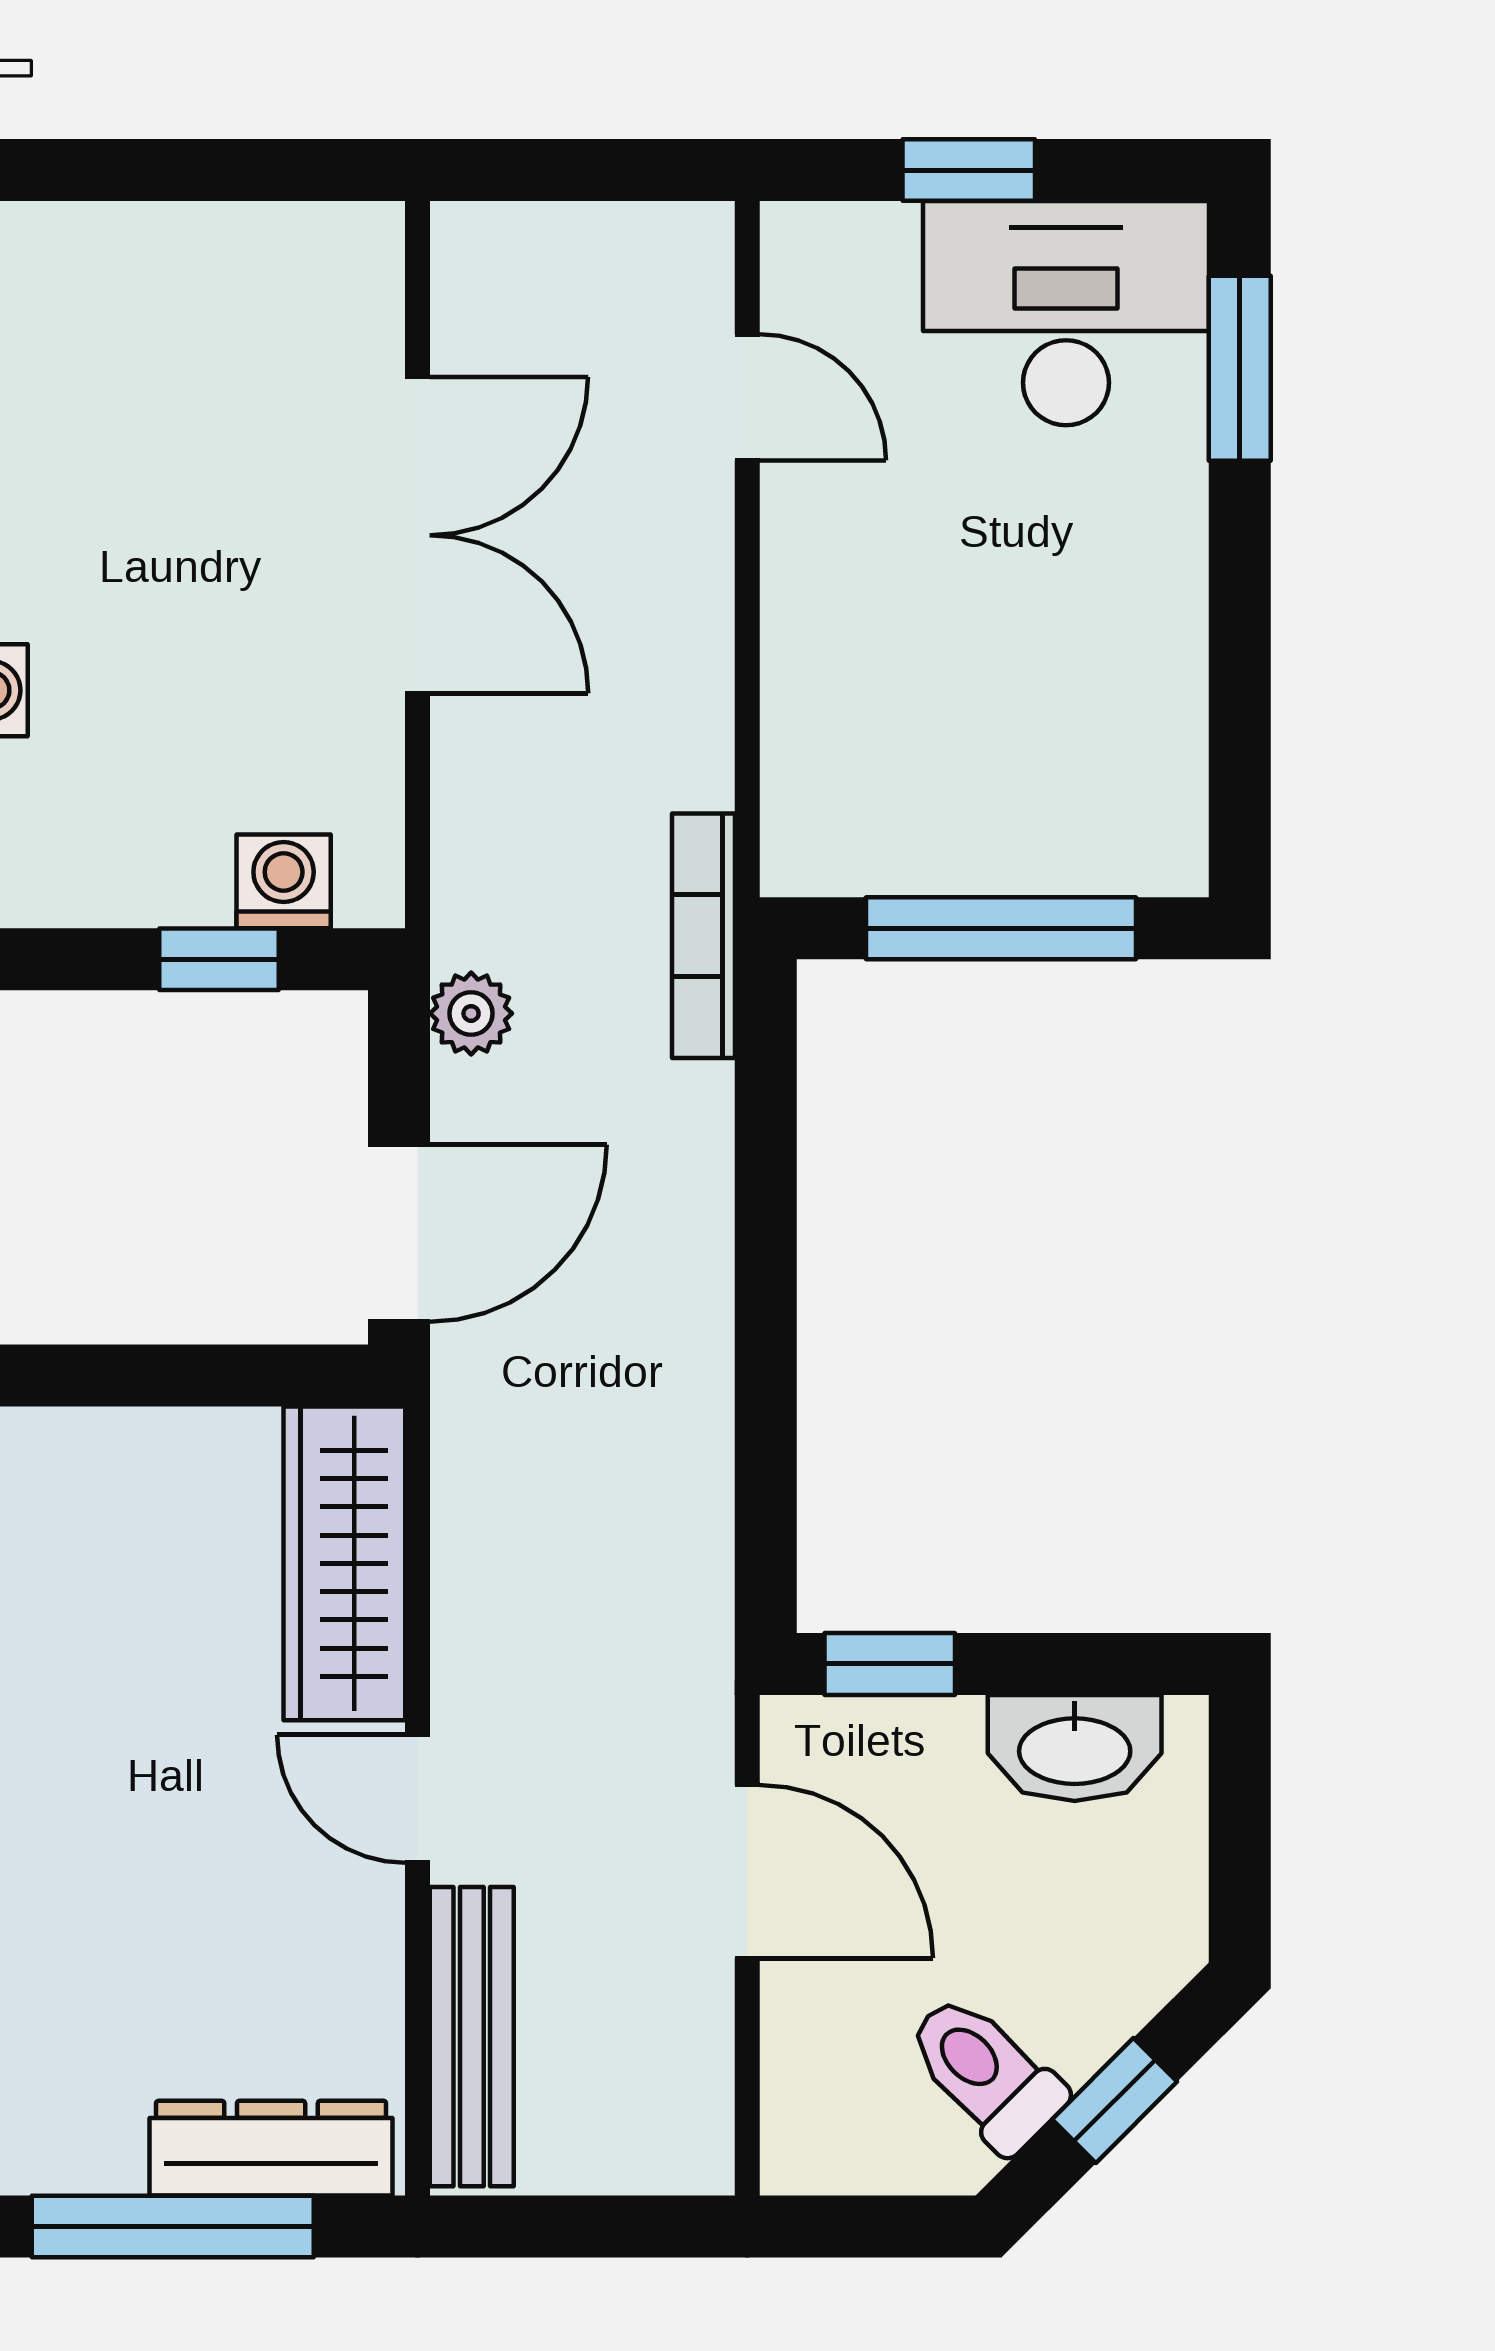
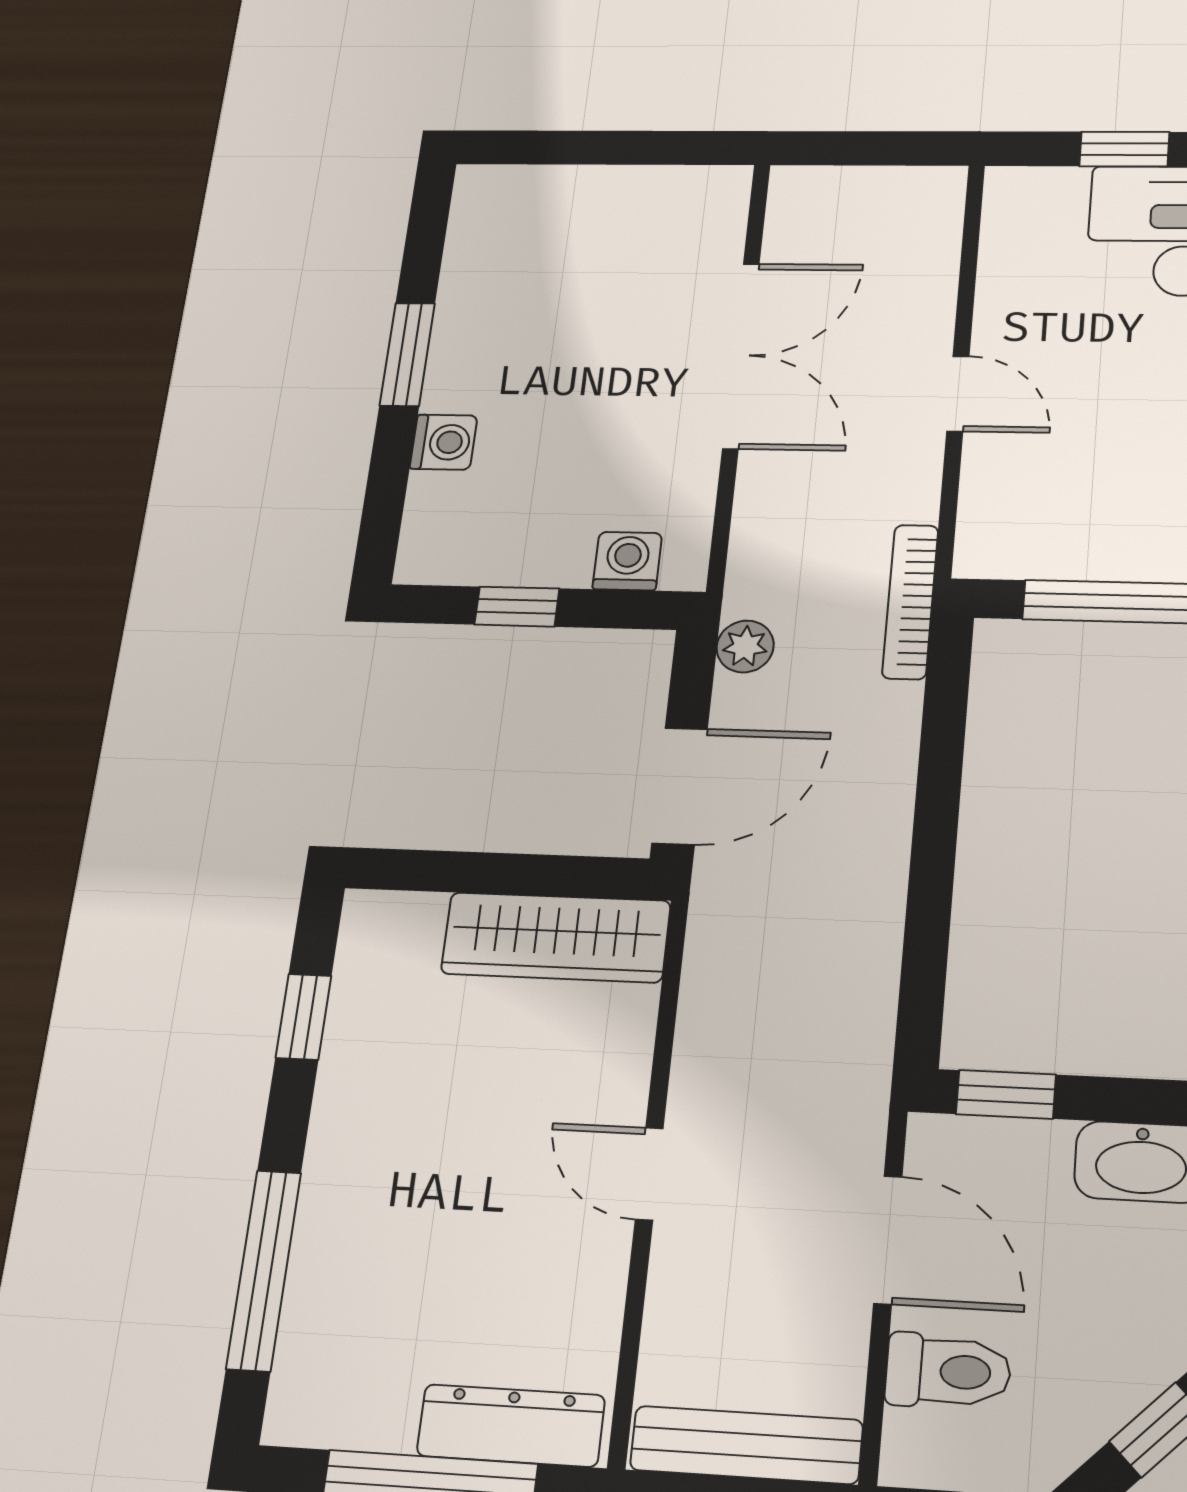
door: (747, 397) -> (958, 394), moved
window: (219, 959) -> (517, 607), moved
wardrobe: (344, 1563) -> (556, 937), moved, turned -90
bench: (472, 2037) -> (746, 1445), moved, turned 90
toilet: (985, 2073) -> (948, 1371), moved, turned 135

